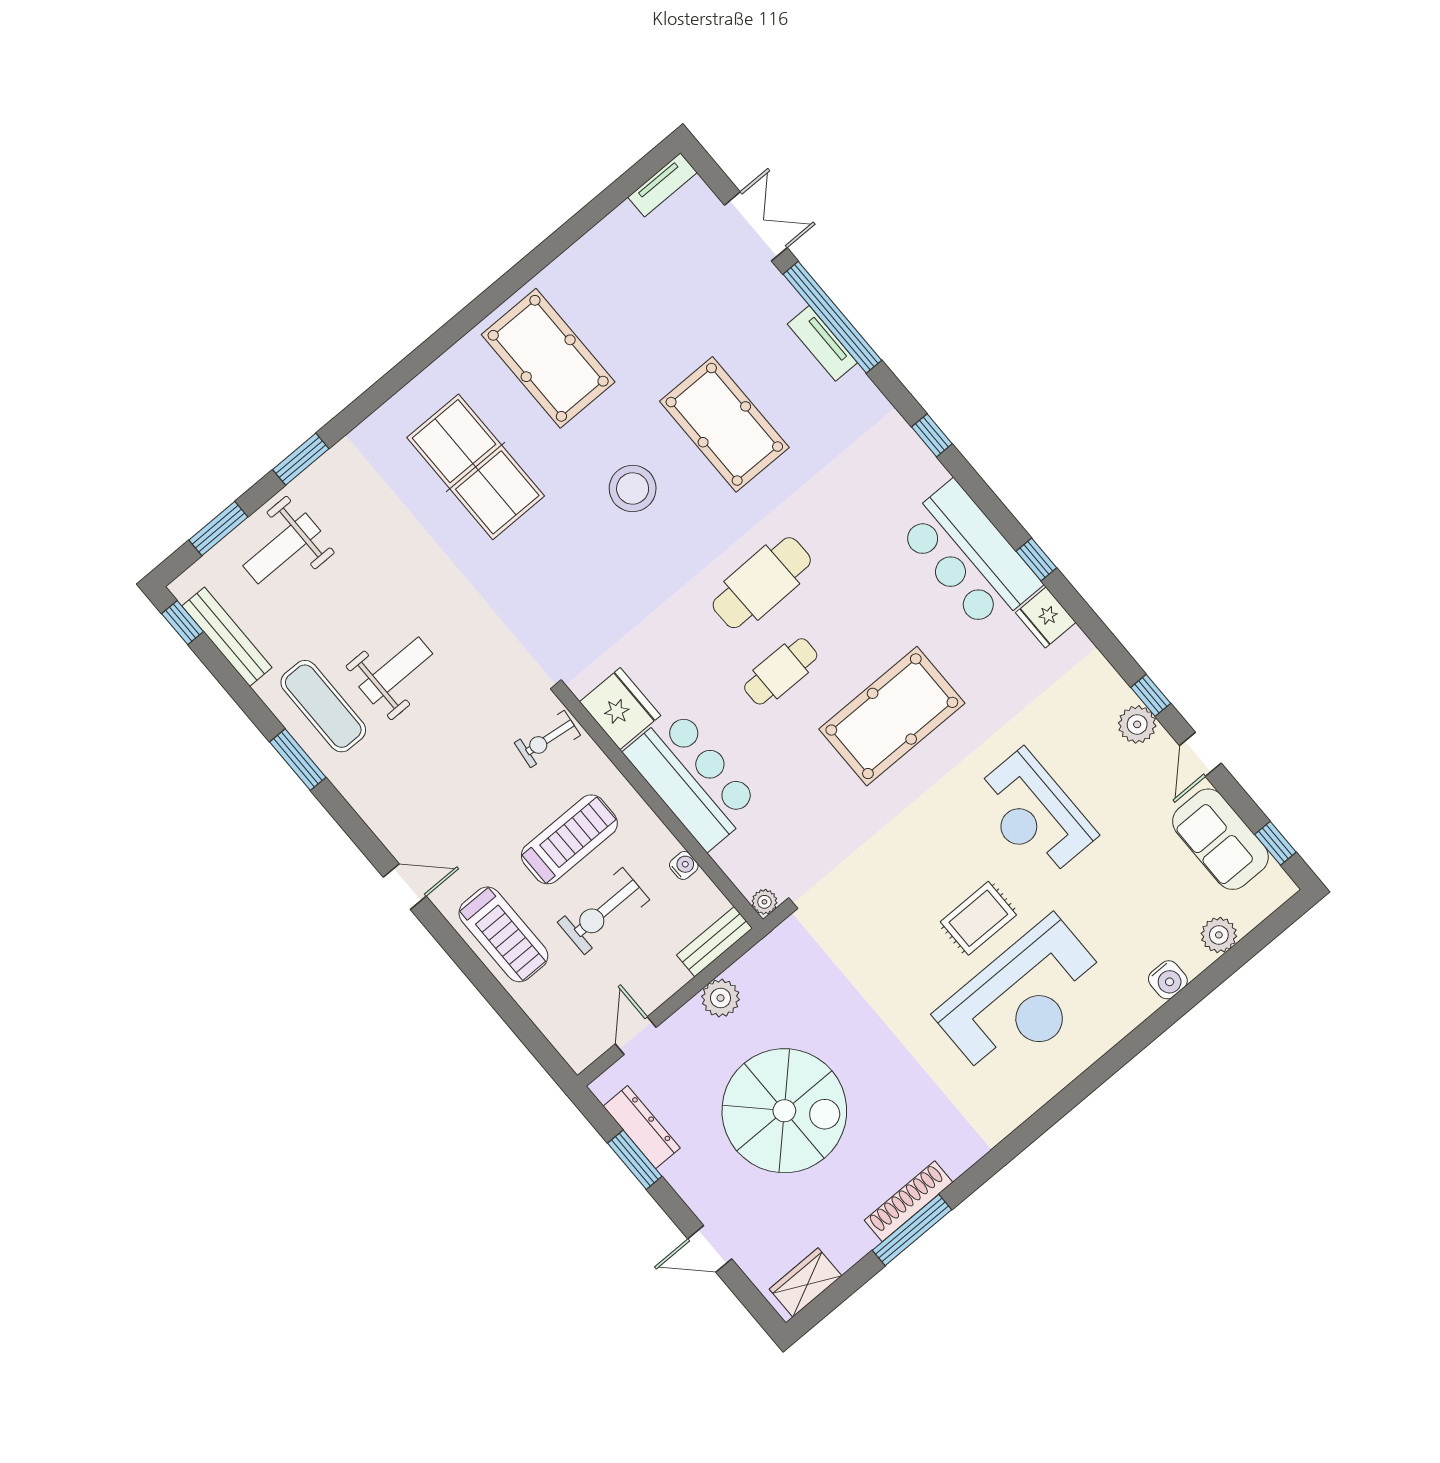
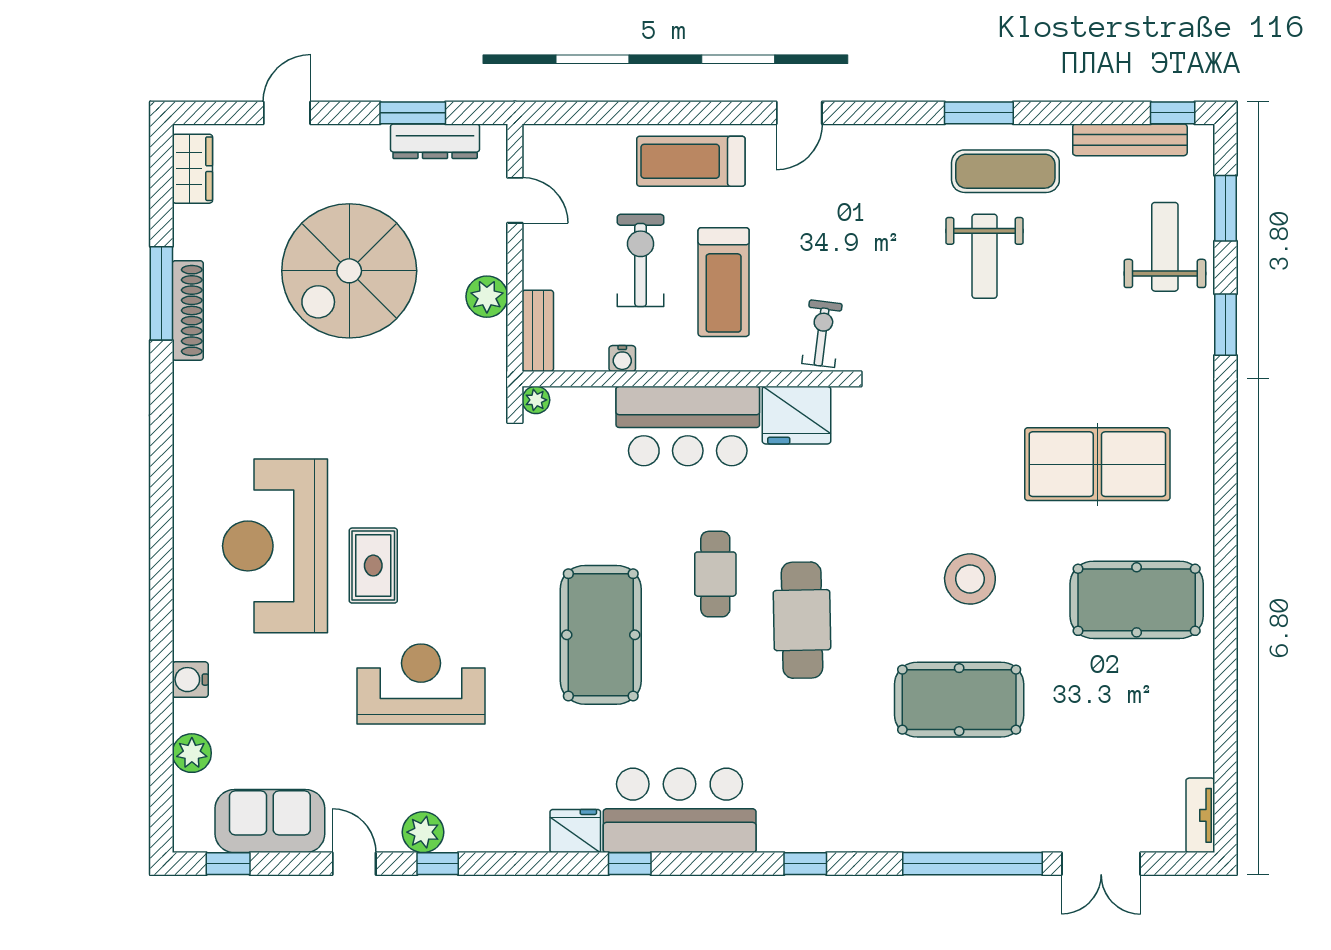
tv unit: (822, 343) -> (958, 837), removed

